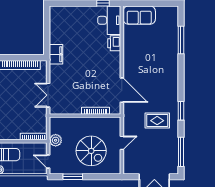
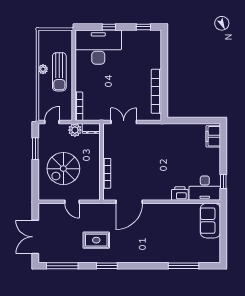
filing cabinet: (56, 54) -> (213, 136), moved, turned 90
rug: (157, 121) -> (96, 240), turned 90
dresser: (54, 125) -> (91, 128), added

